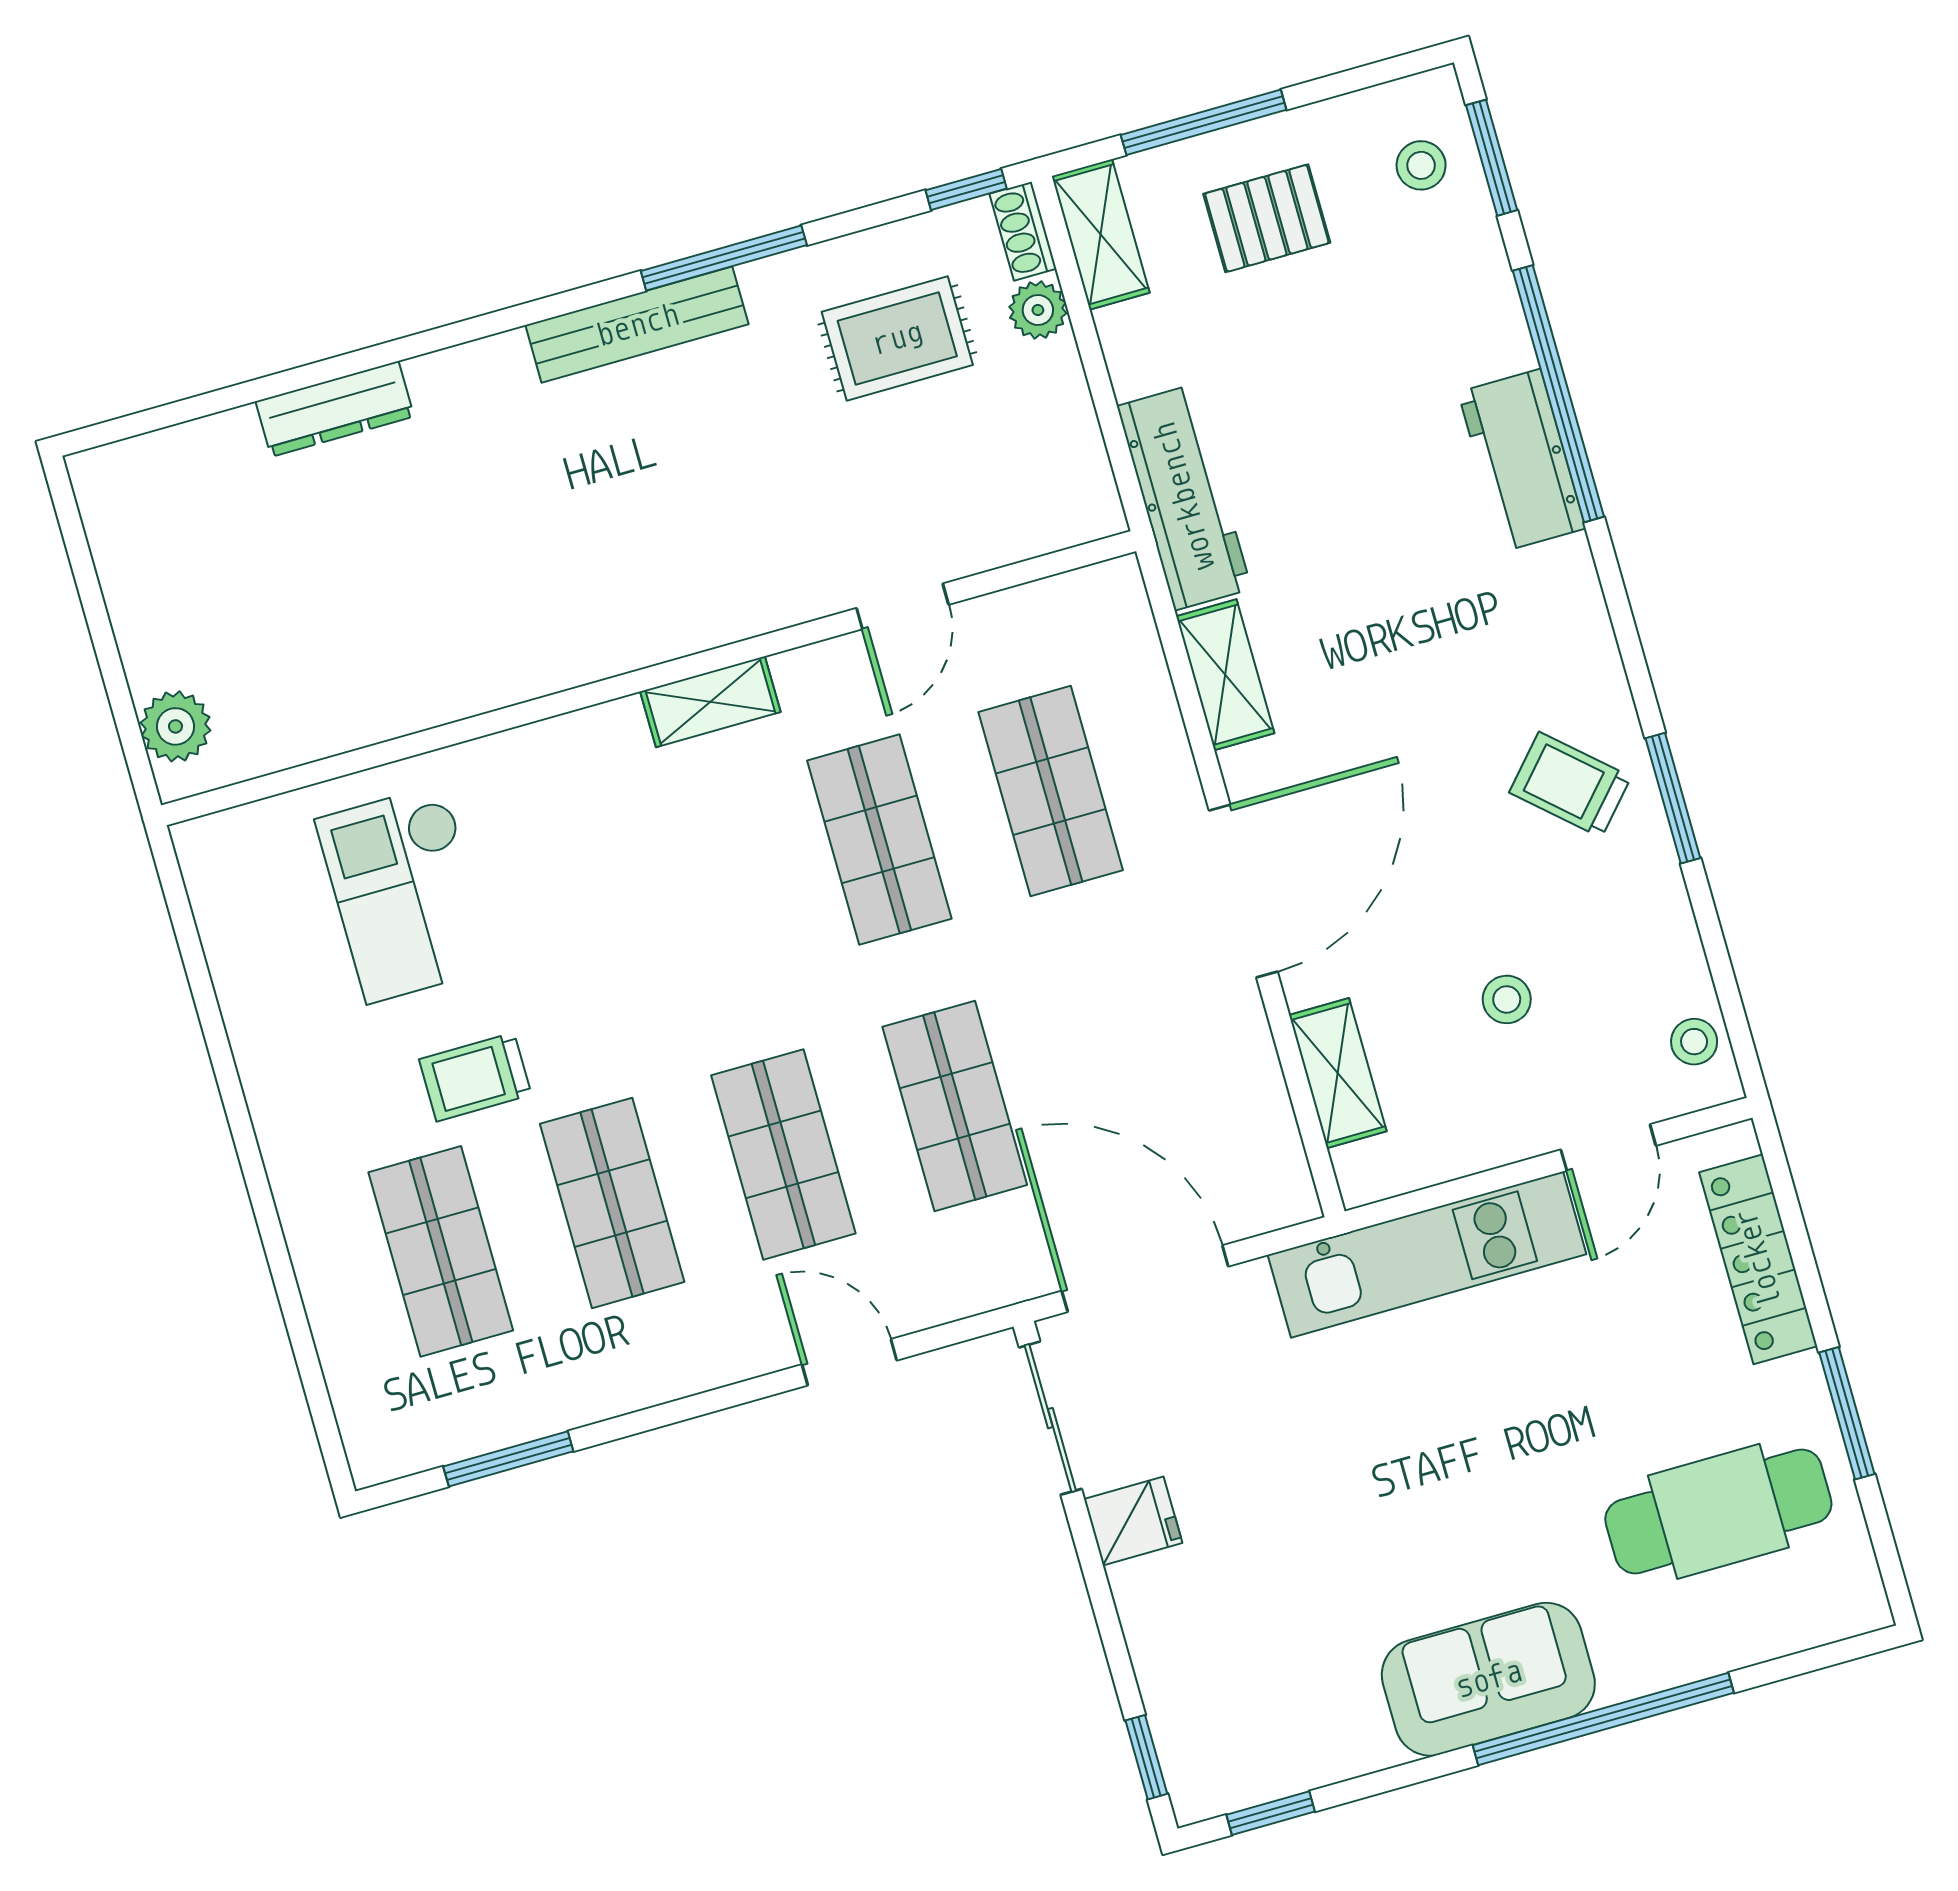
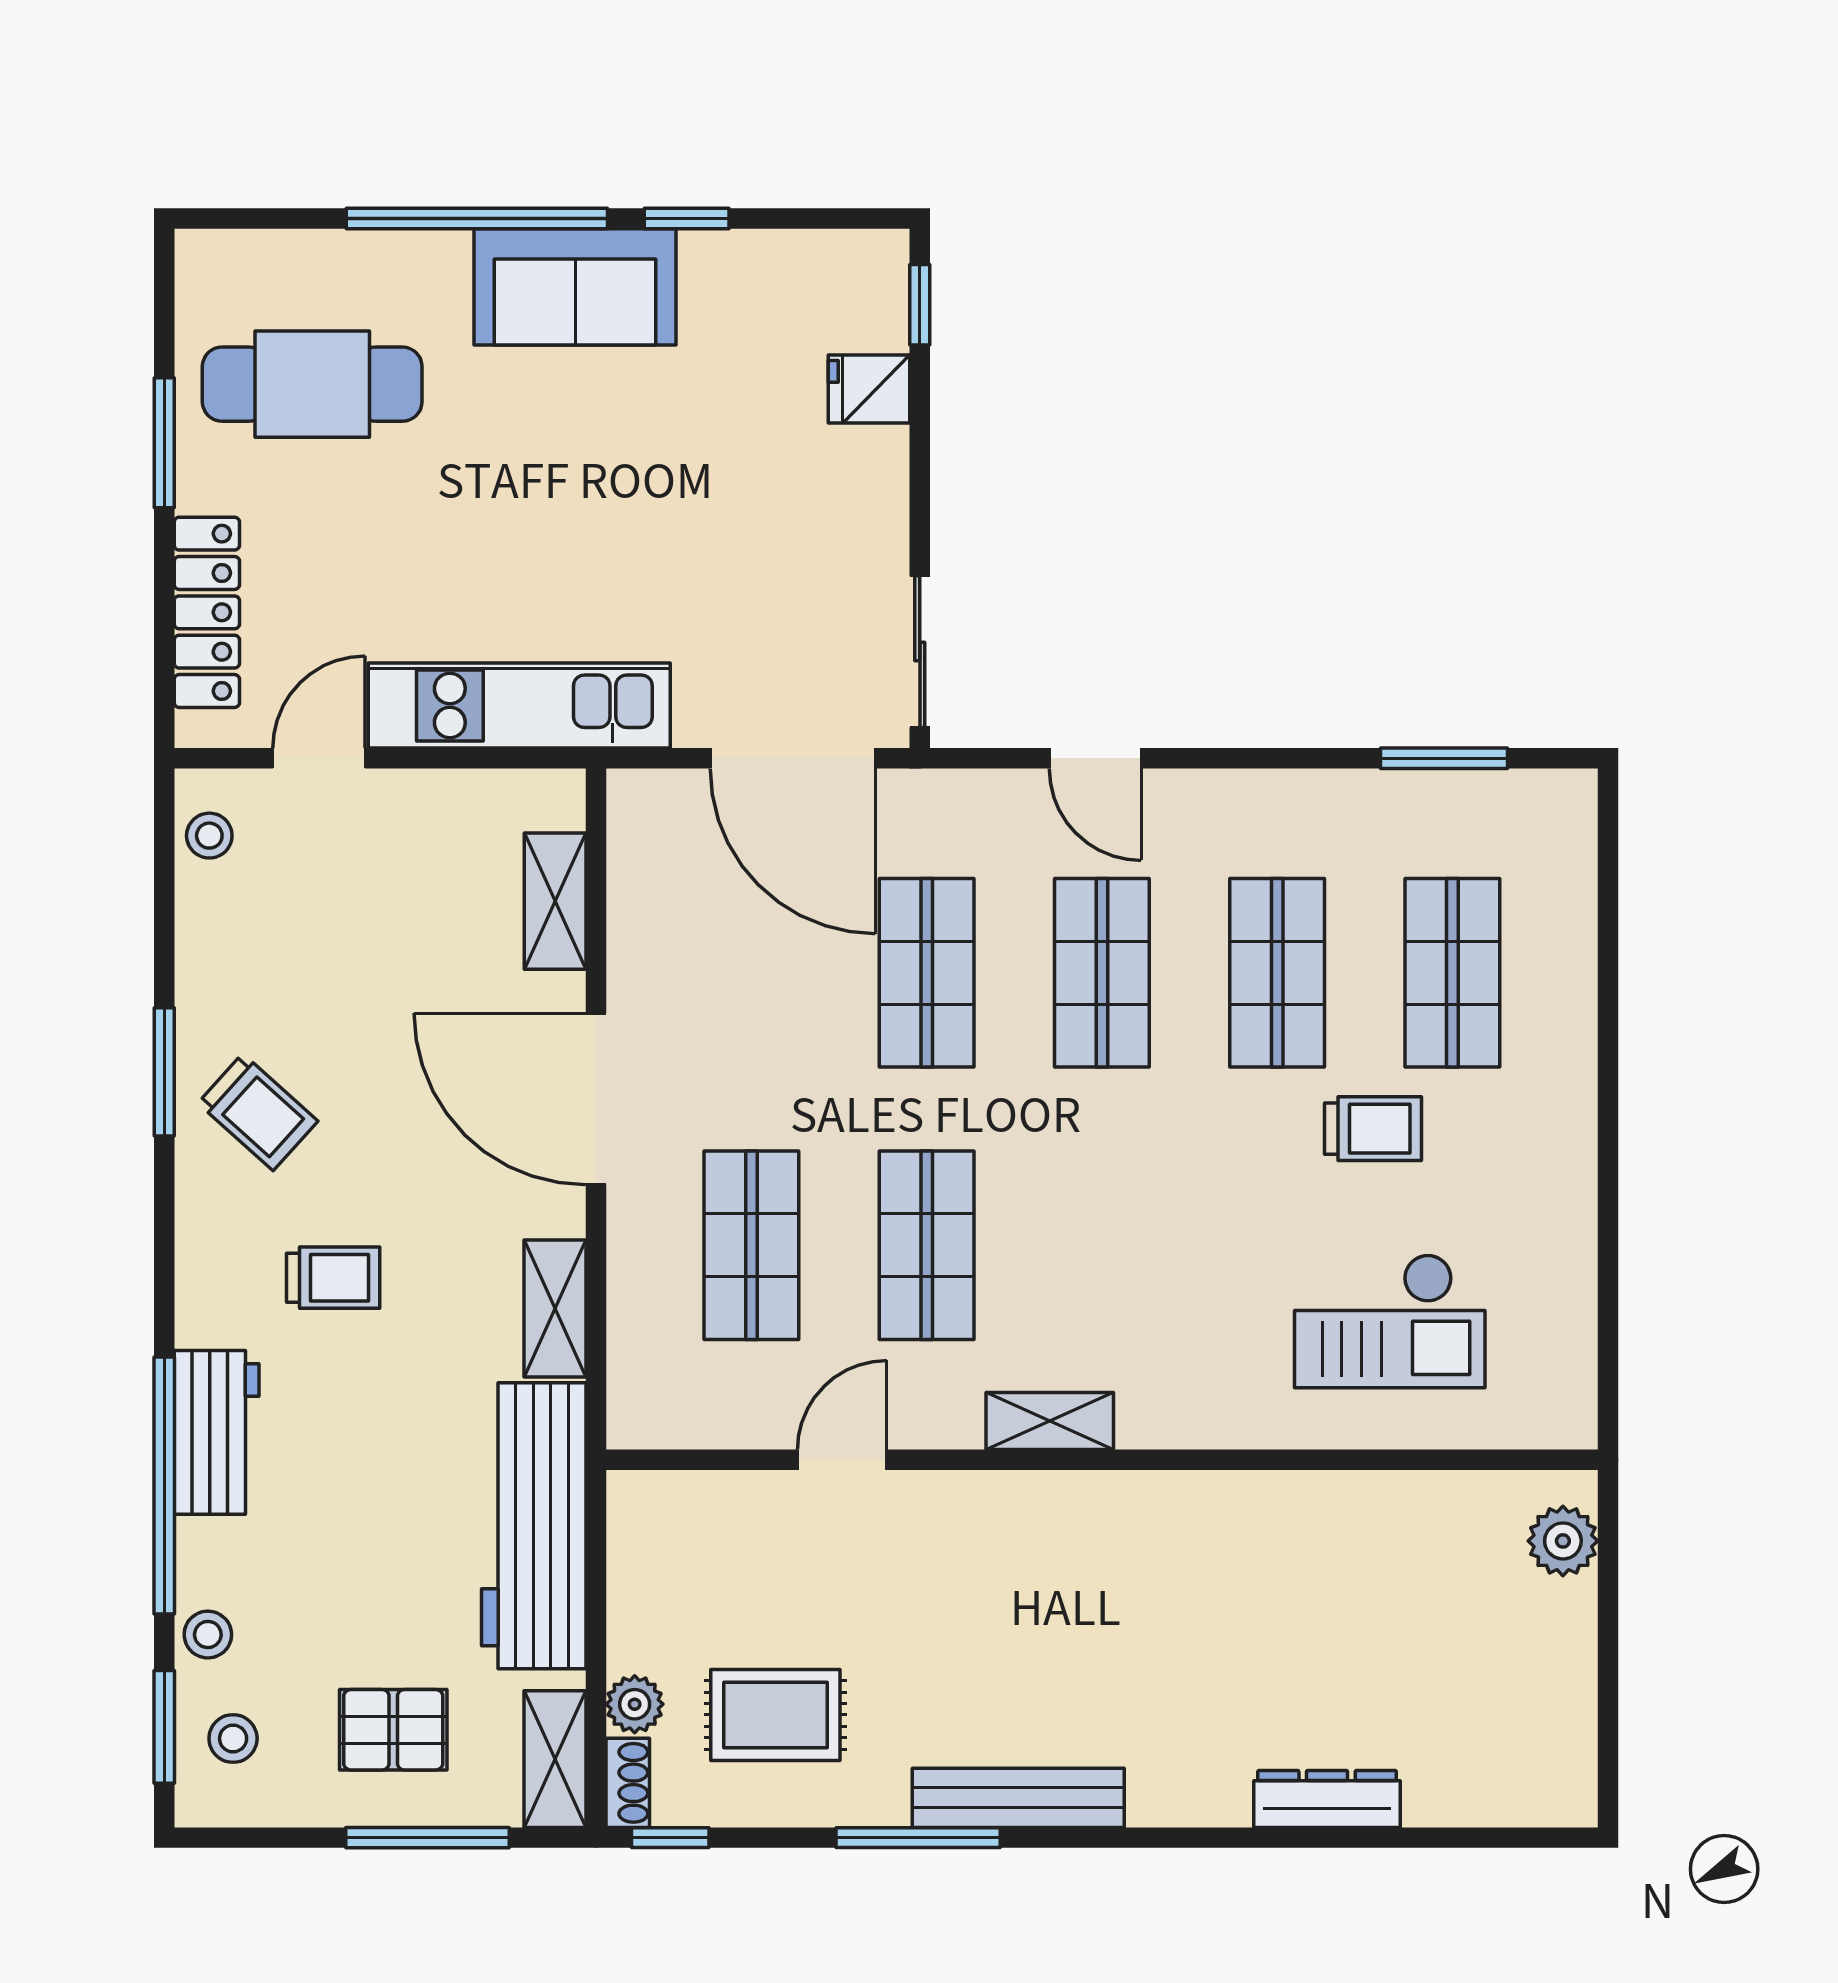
workbench: (1184, 497) -> (534, 1526), width x1.36, depth x1.32
trolley: (1451, 644) -> (333, 1278), added
door: (1243, 891) -> (596, 1099), hinge flipped
checkout: (406, 894) -> (1390, 1321), turned 90
stool: (1507, 999) -> (208, 1635), moved
fridge: (1133, 1521) -> (869, 389), moved
window: (1271, 1813) -> (687, 218), moved

